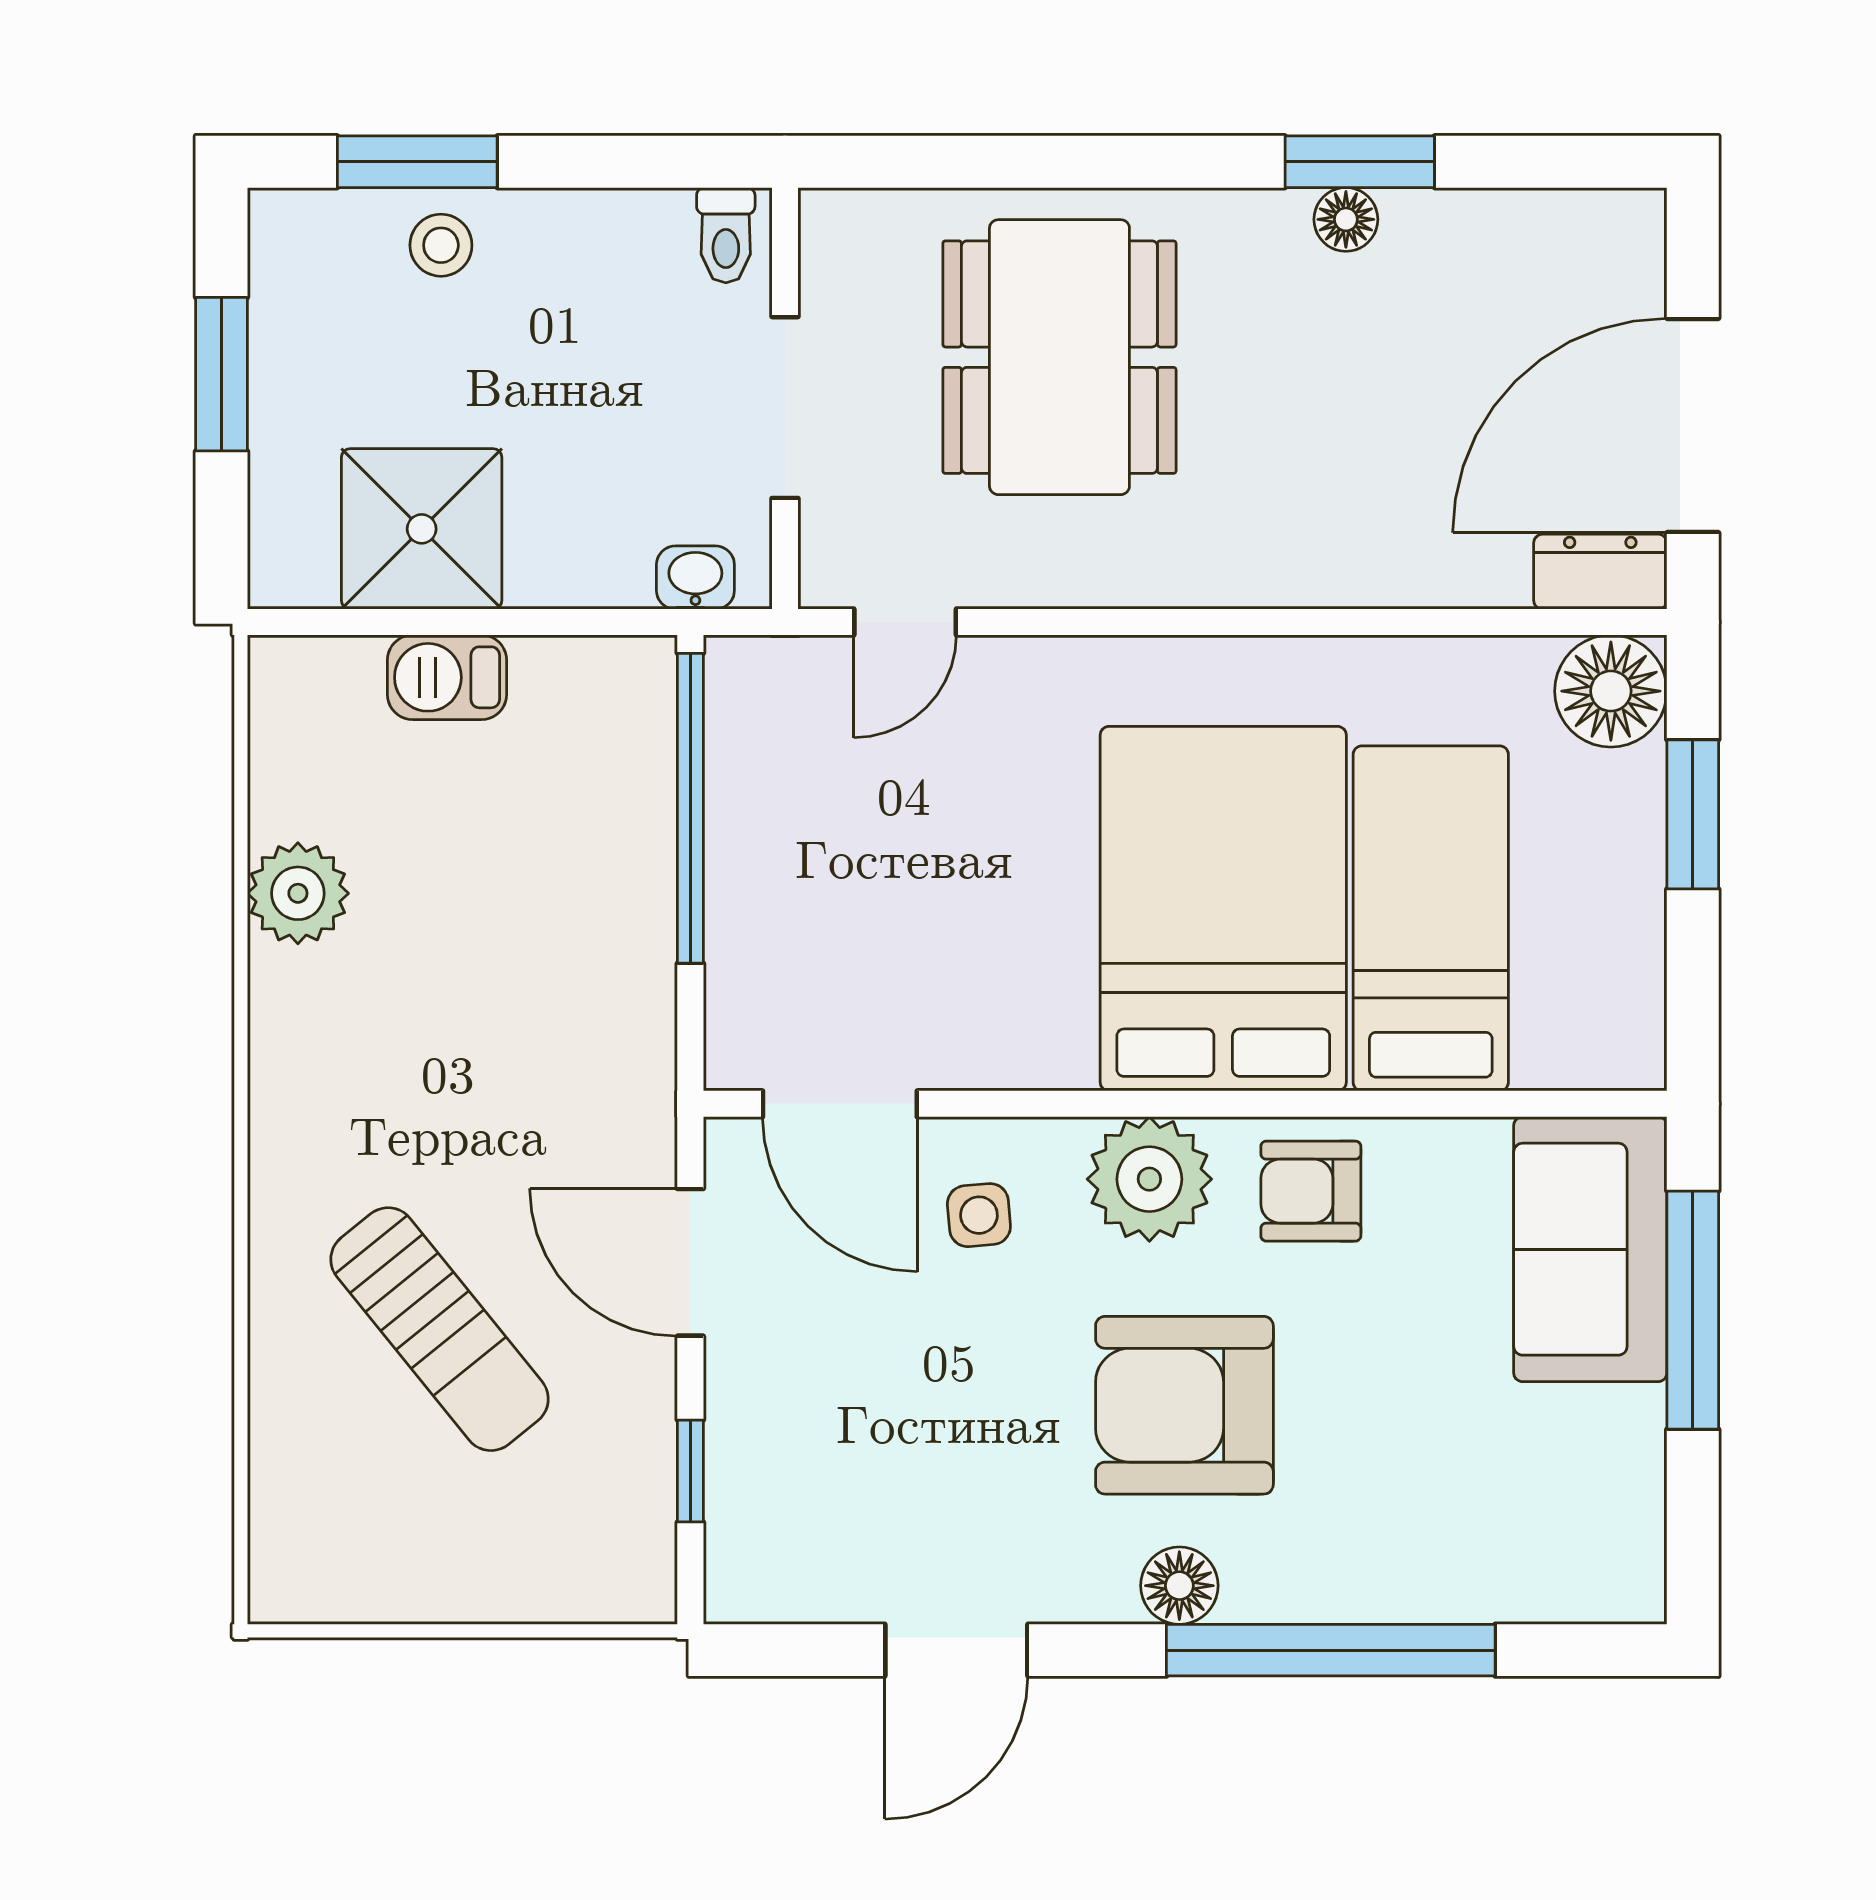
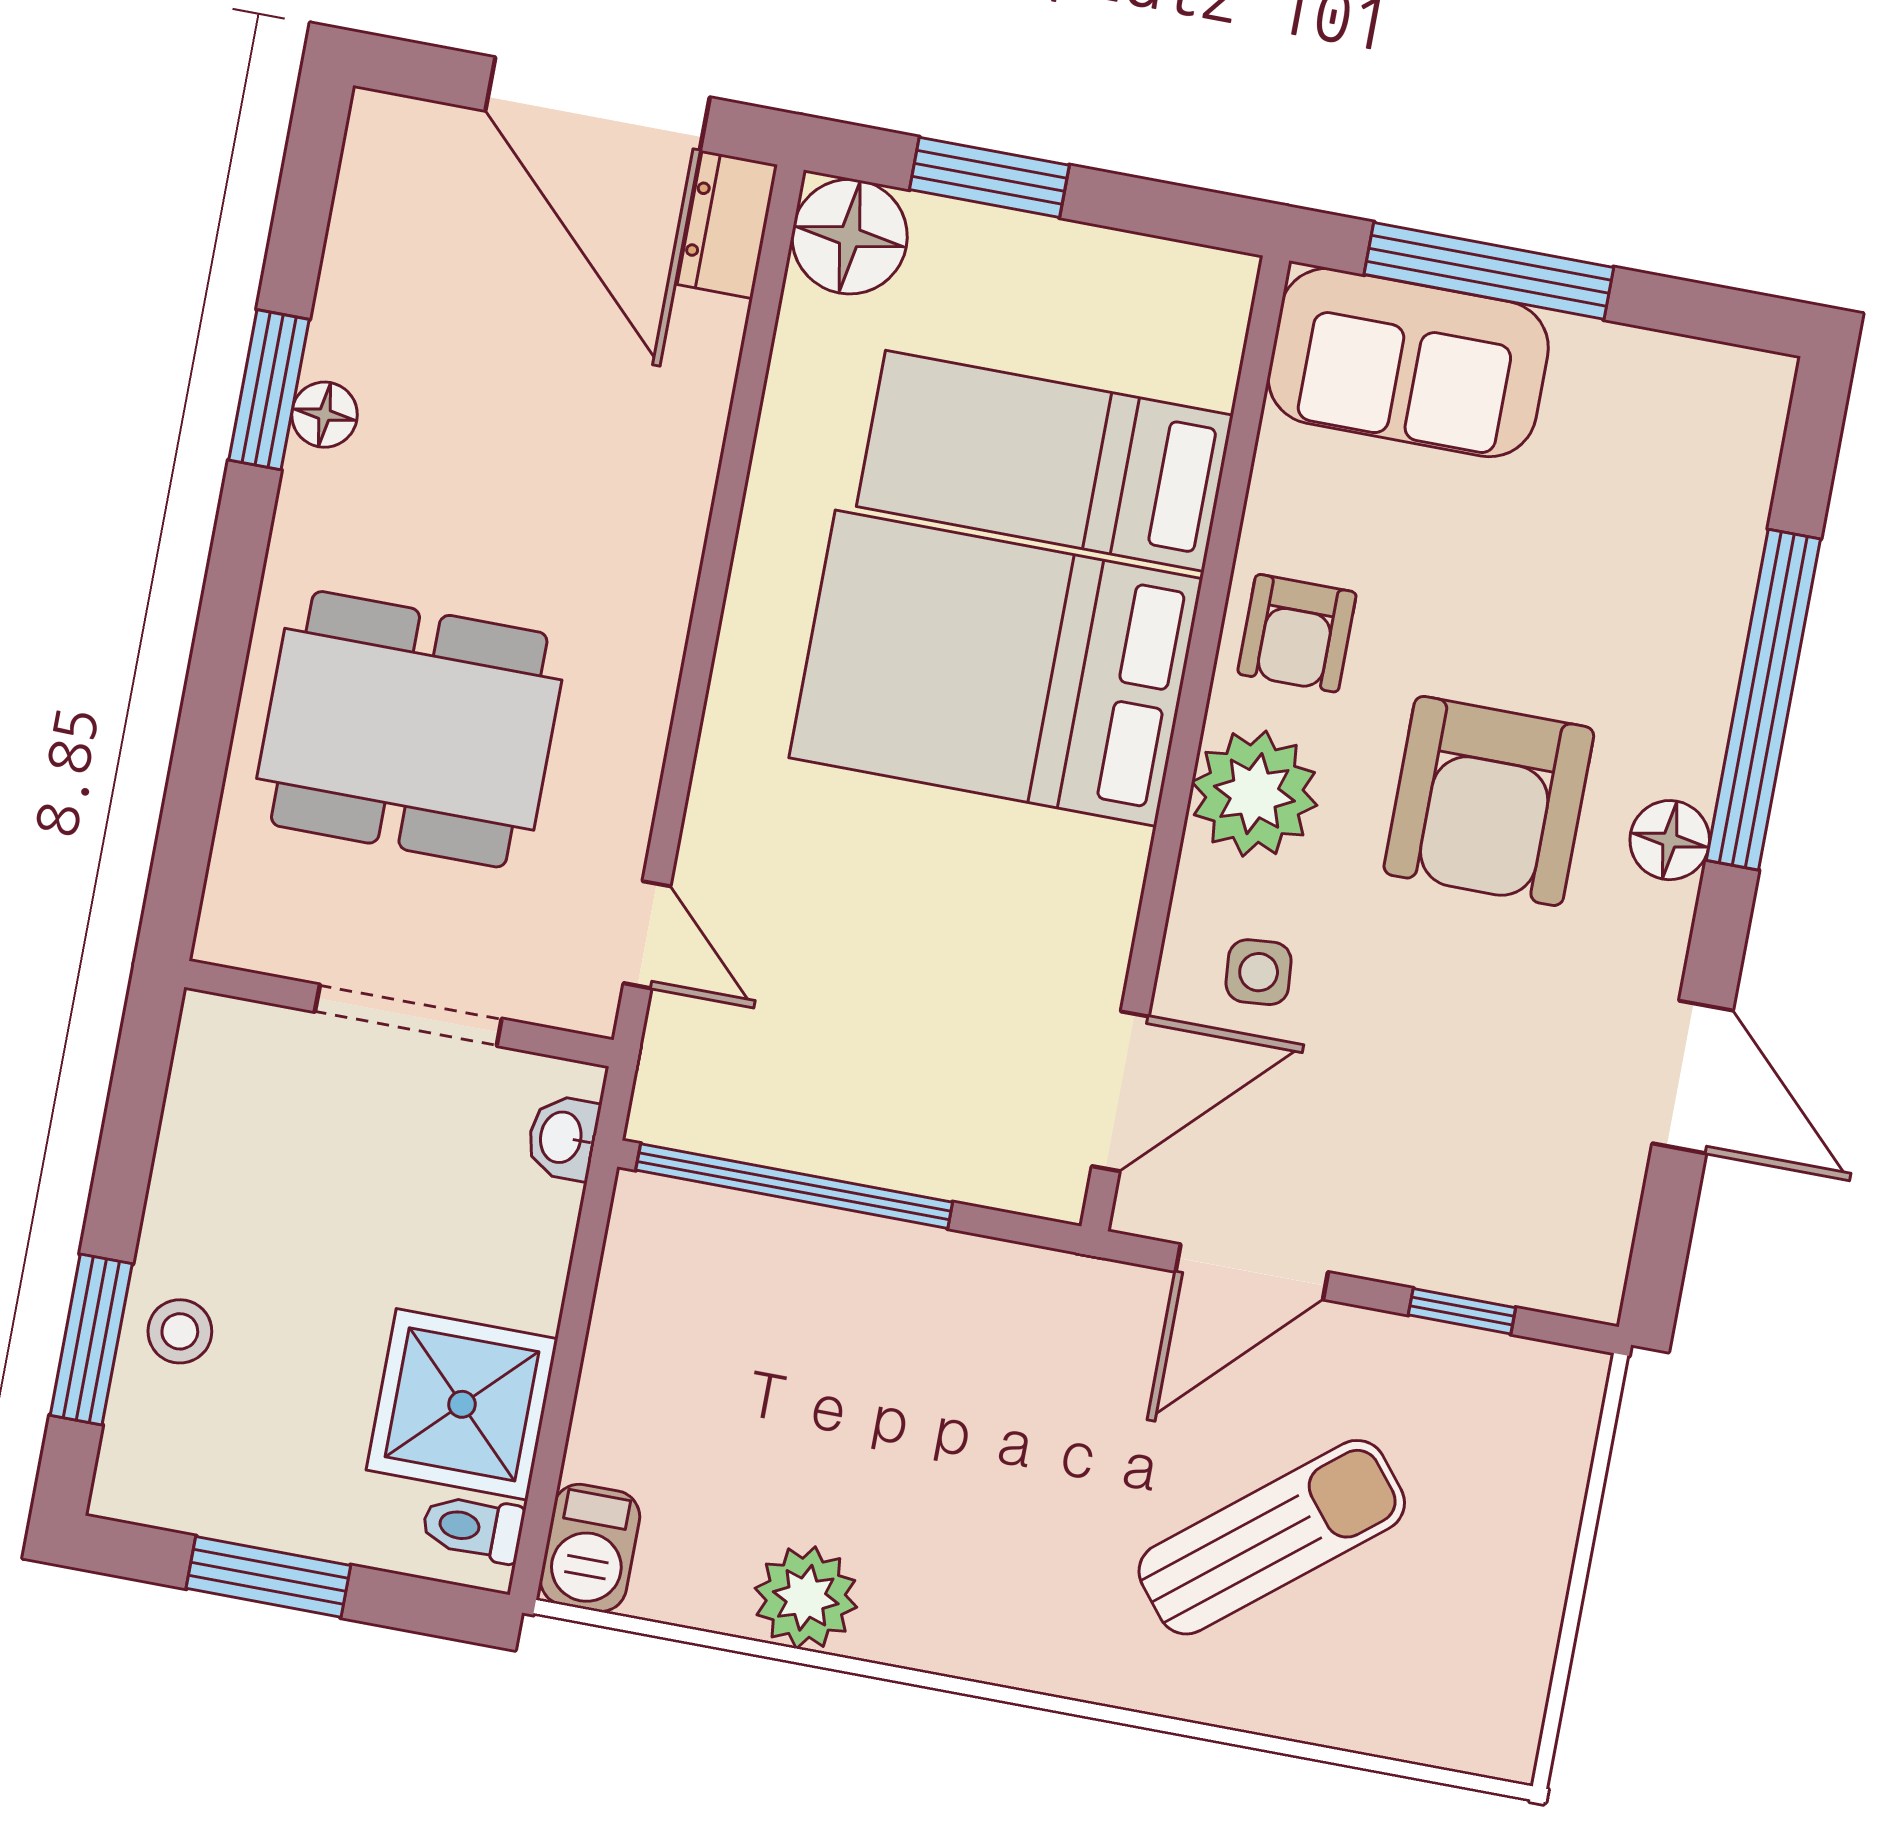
toilet: (726, 235) -> (473, 1528), moved, turned 180
barbecue: (447, 677) -> (590, 1548), moved

